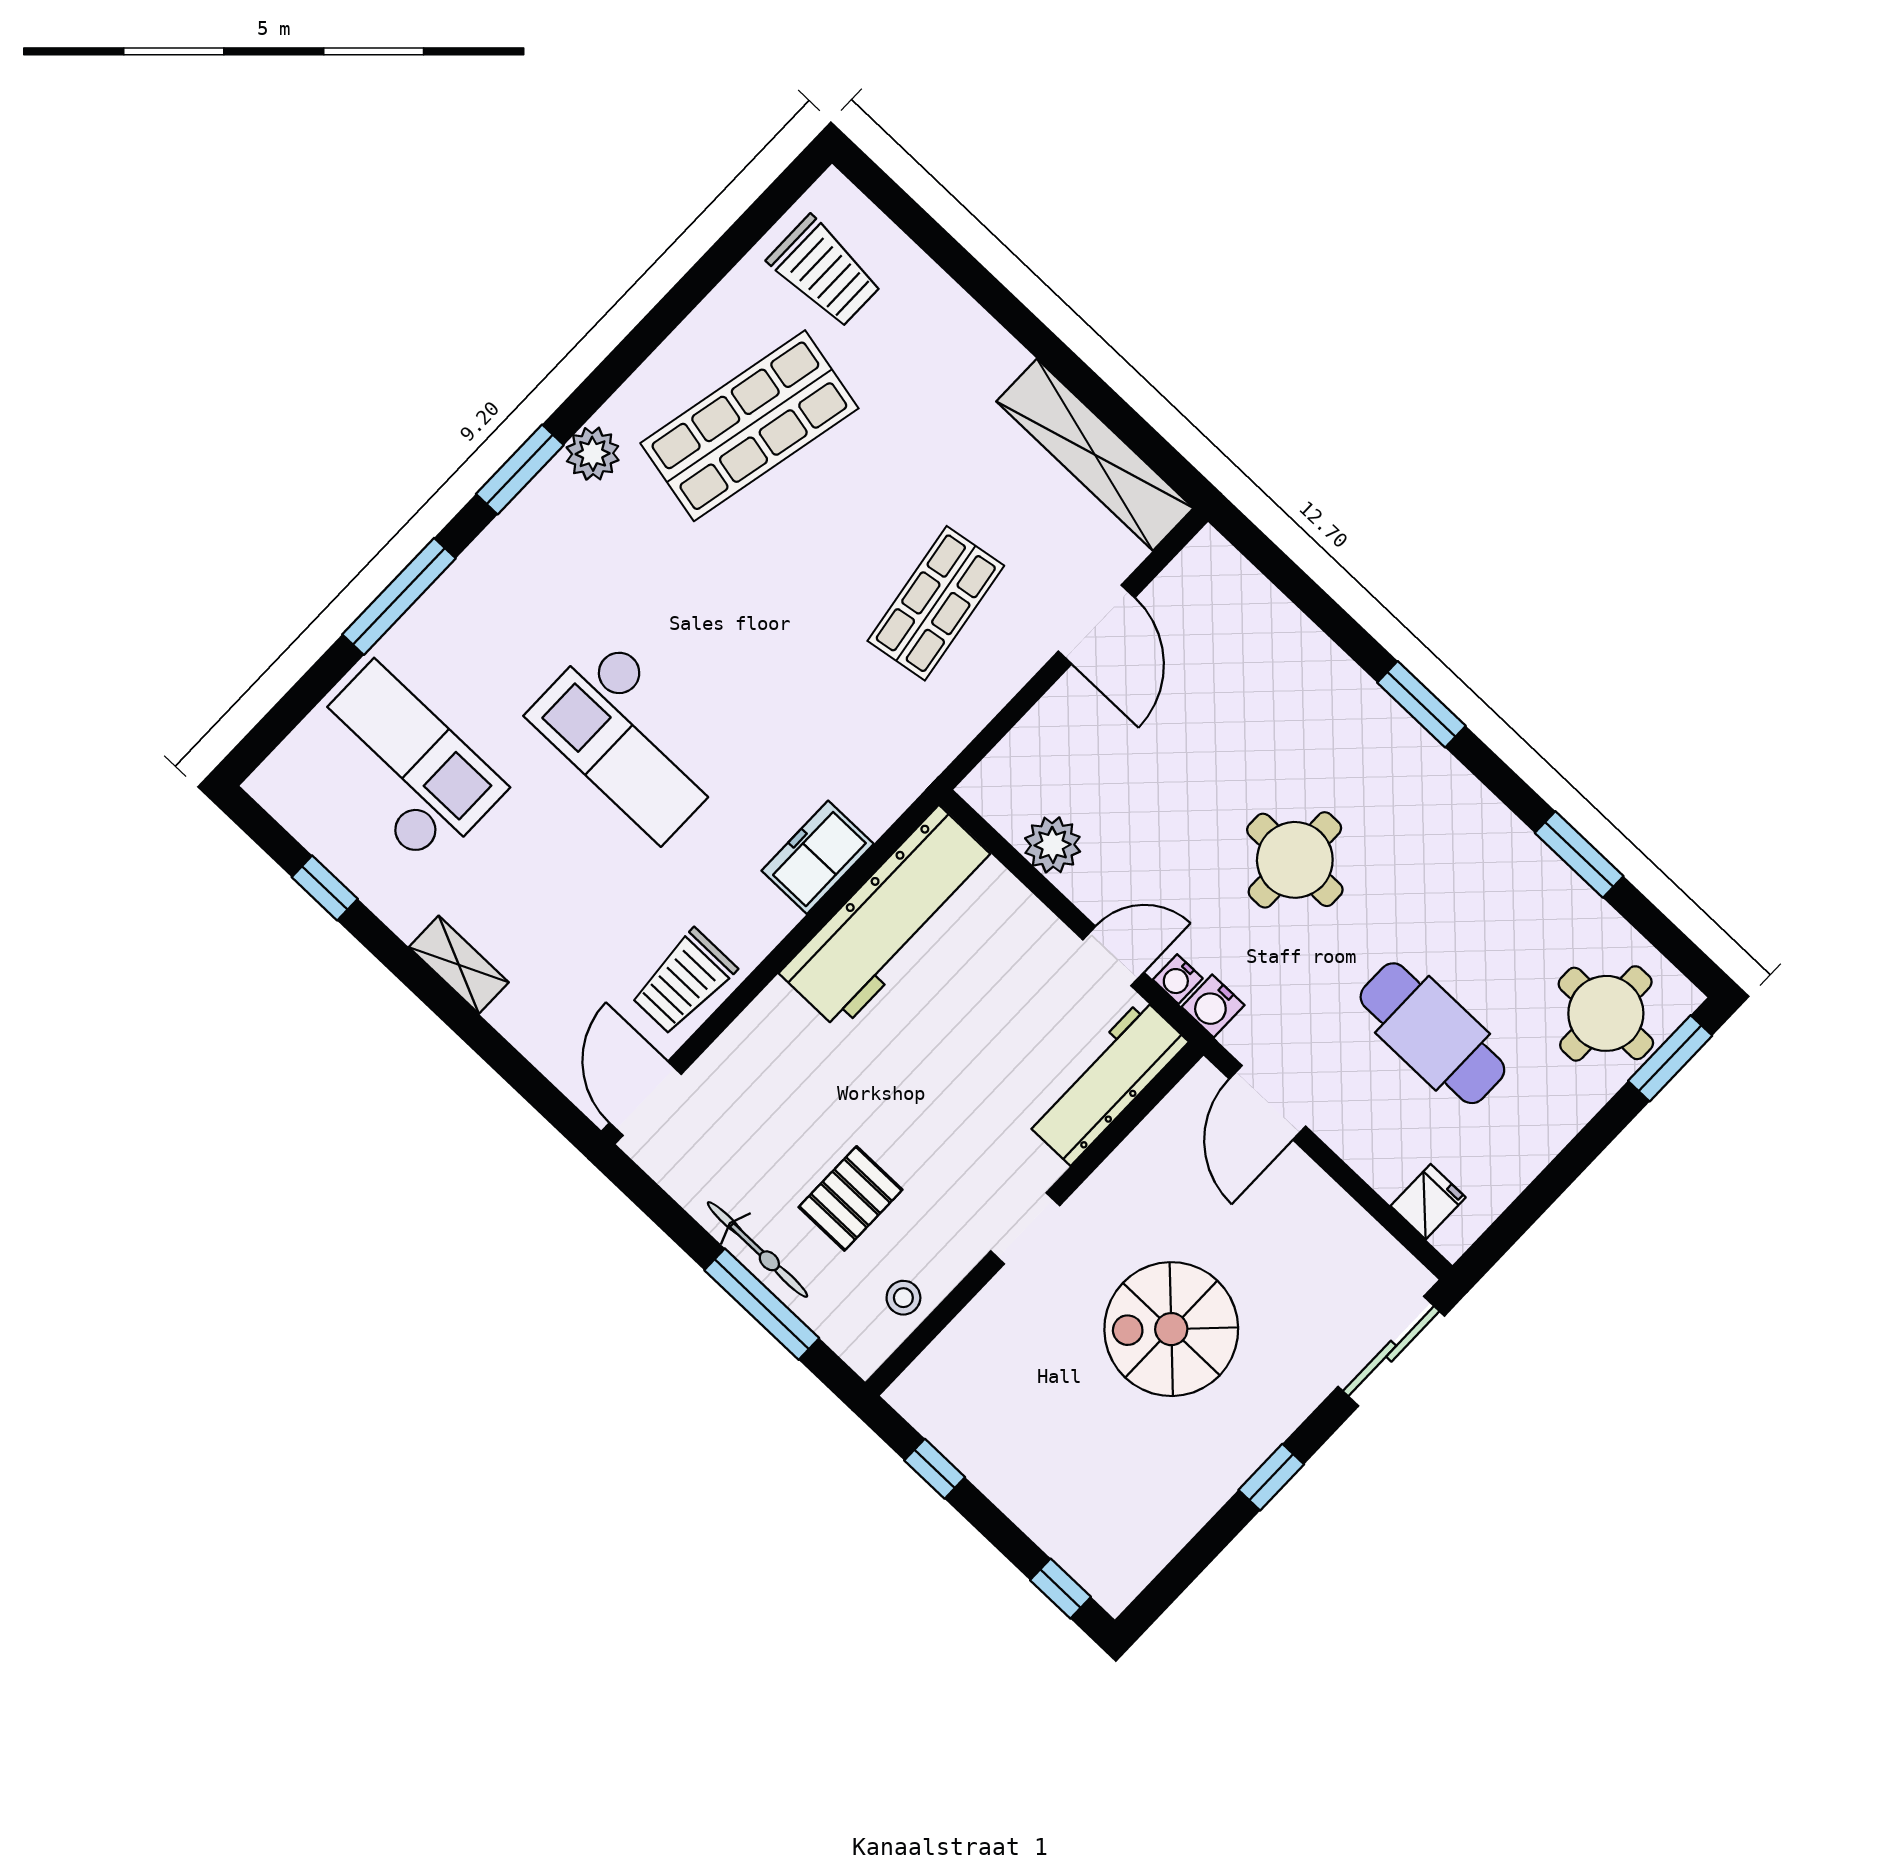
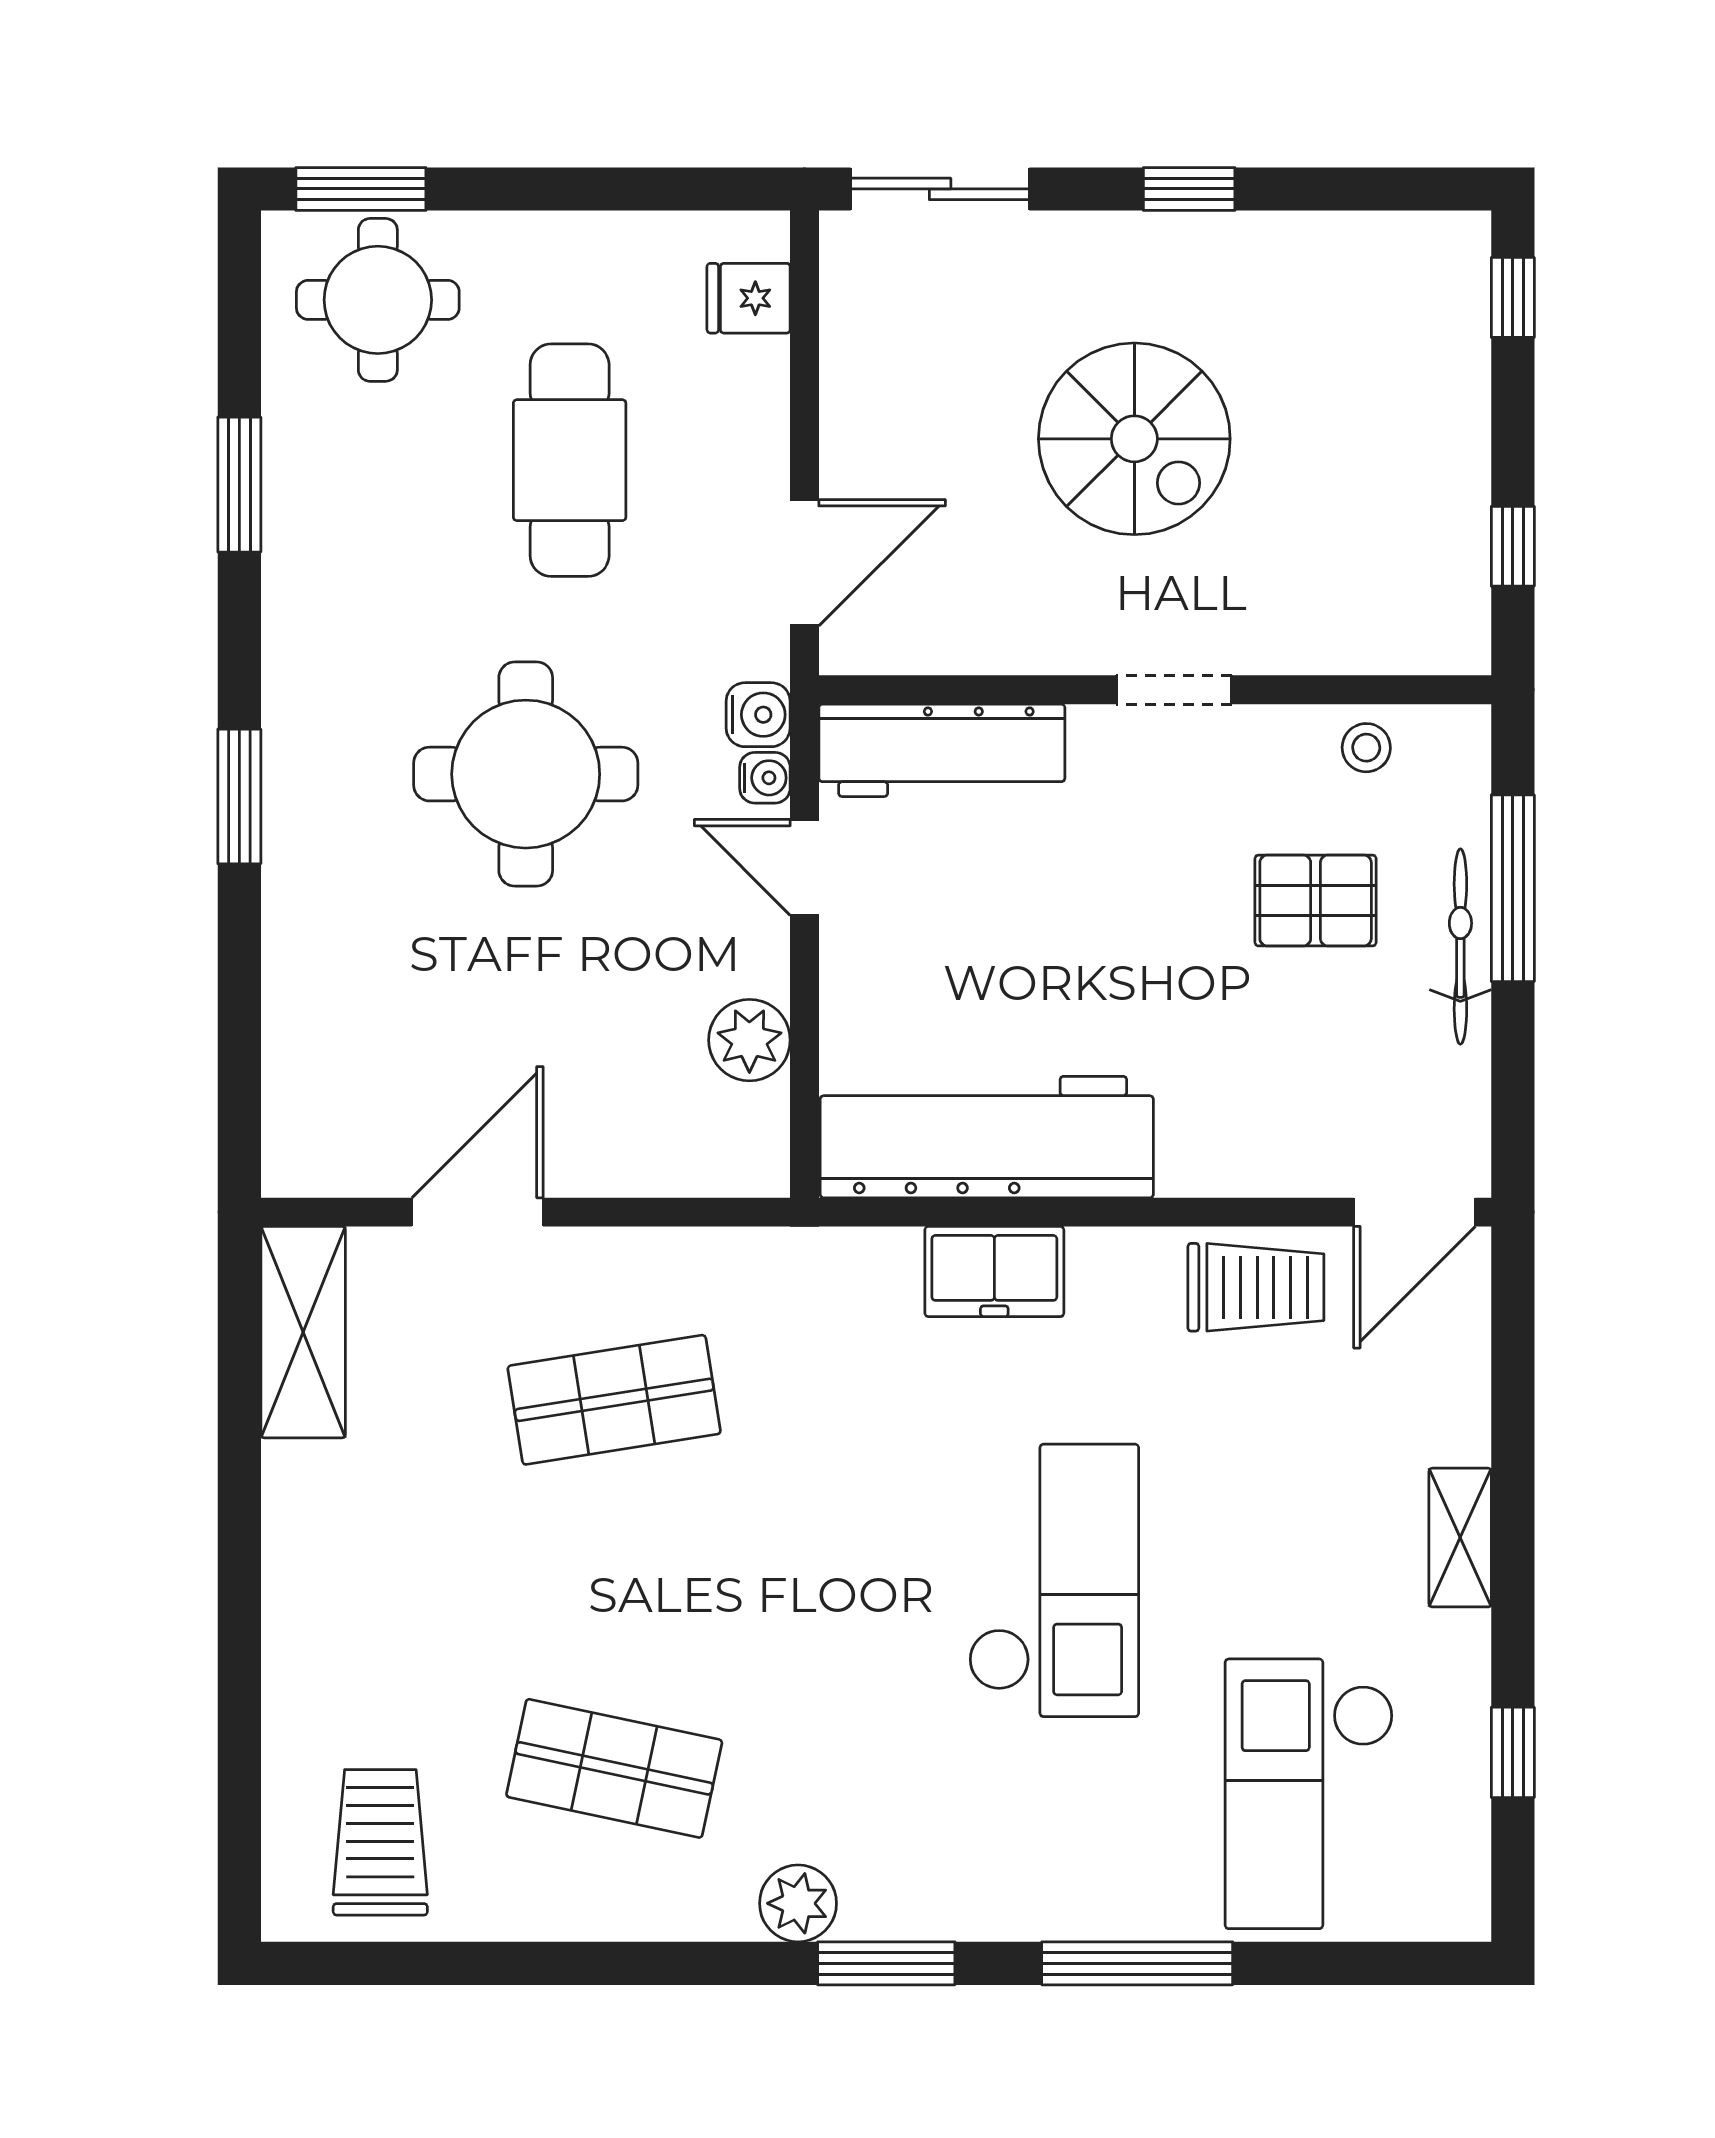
shop shelf: (749, 426) -> (614, 1768), width x0.70, depth x0.74
shelving: (1095, 455) -> (303, 1332), width x0.68
round table: (1295, 860) -> (526, 774), width x1.36, depth x1.36

